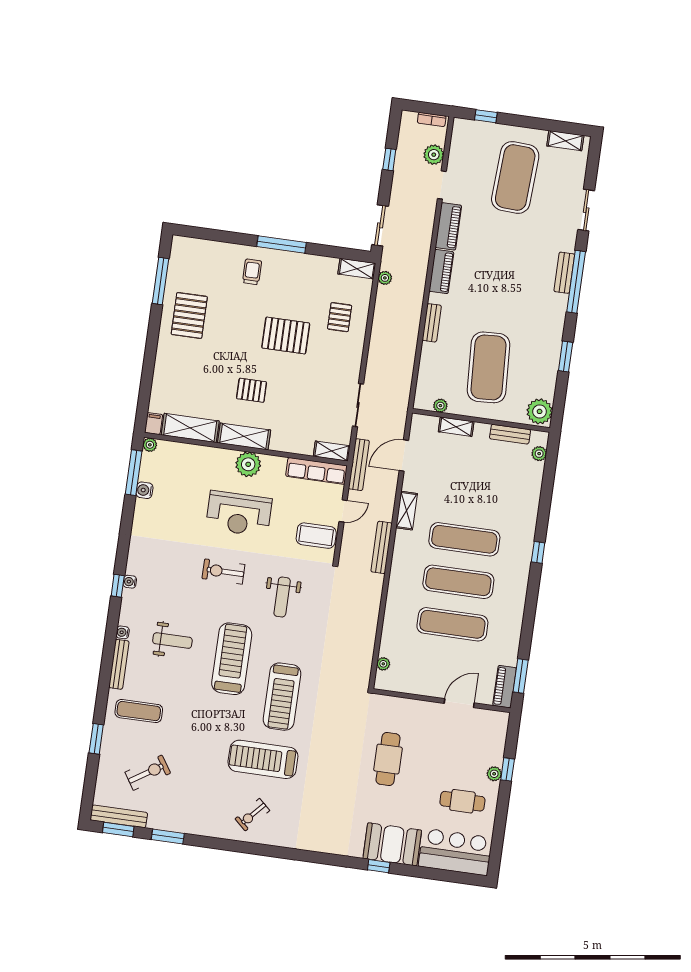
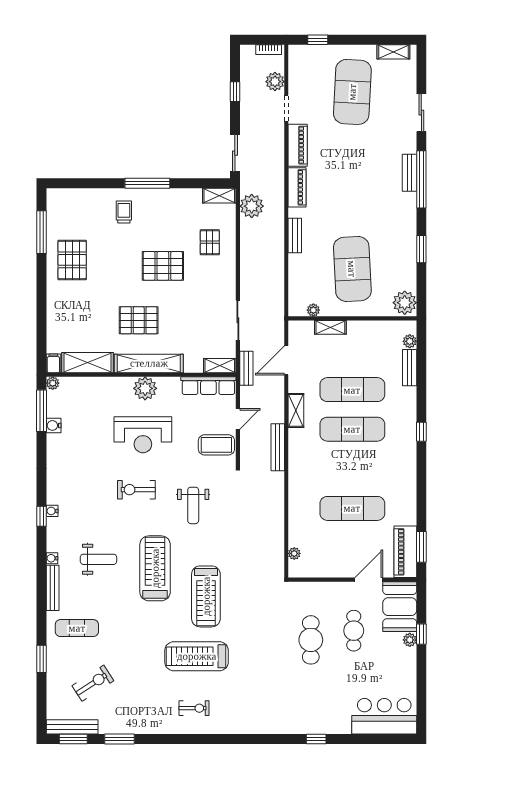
plant: (385, 278) -> (252, 206), width x1.87, depth x1.87
pallet: (252, 390) -> (139, 320), width x1.50, depth x1.42
bench: (510, 434) -> (410, 368), moved, turned 90
shelving: (244, 436) -> (149, 363), width x1.47
bench: (359, 465) -> (246, 368), width x0.73
exercise mat: (458, 582) -> (352, 390), moved
piano: (505, 687) -> (405, 552), width x1.37, depth x1.33
cafe table: (462, 801) -> (354, 631), moved, turned 90
exercise bike: (252, 815) -> (194, 708), turned -132
booth: (392, 844) -> (400, 607), moved, turned 90

